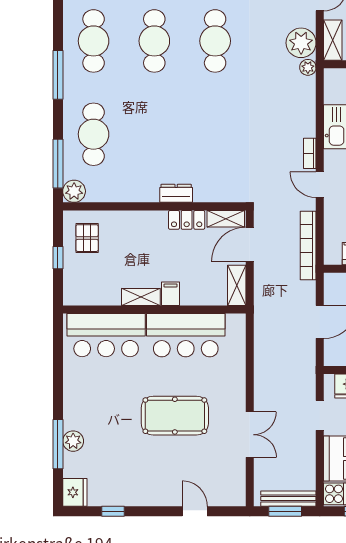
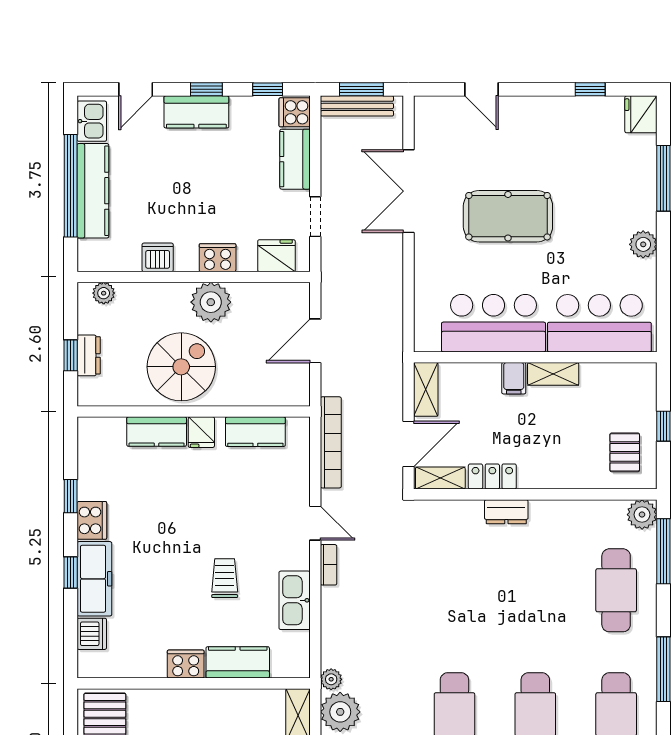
double door: (250, 435) -> (408, 191), width x1.37
plant: (73, 441) -> (643, 244), moved

